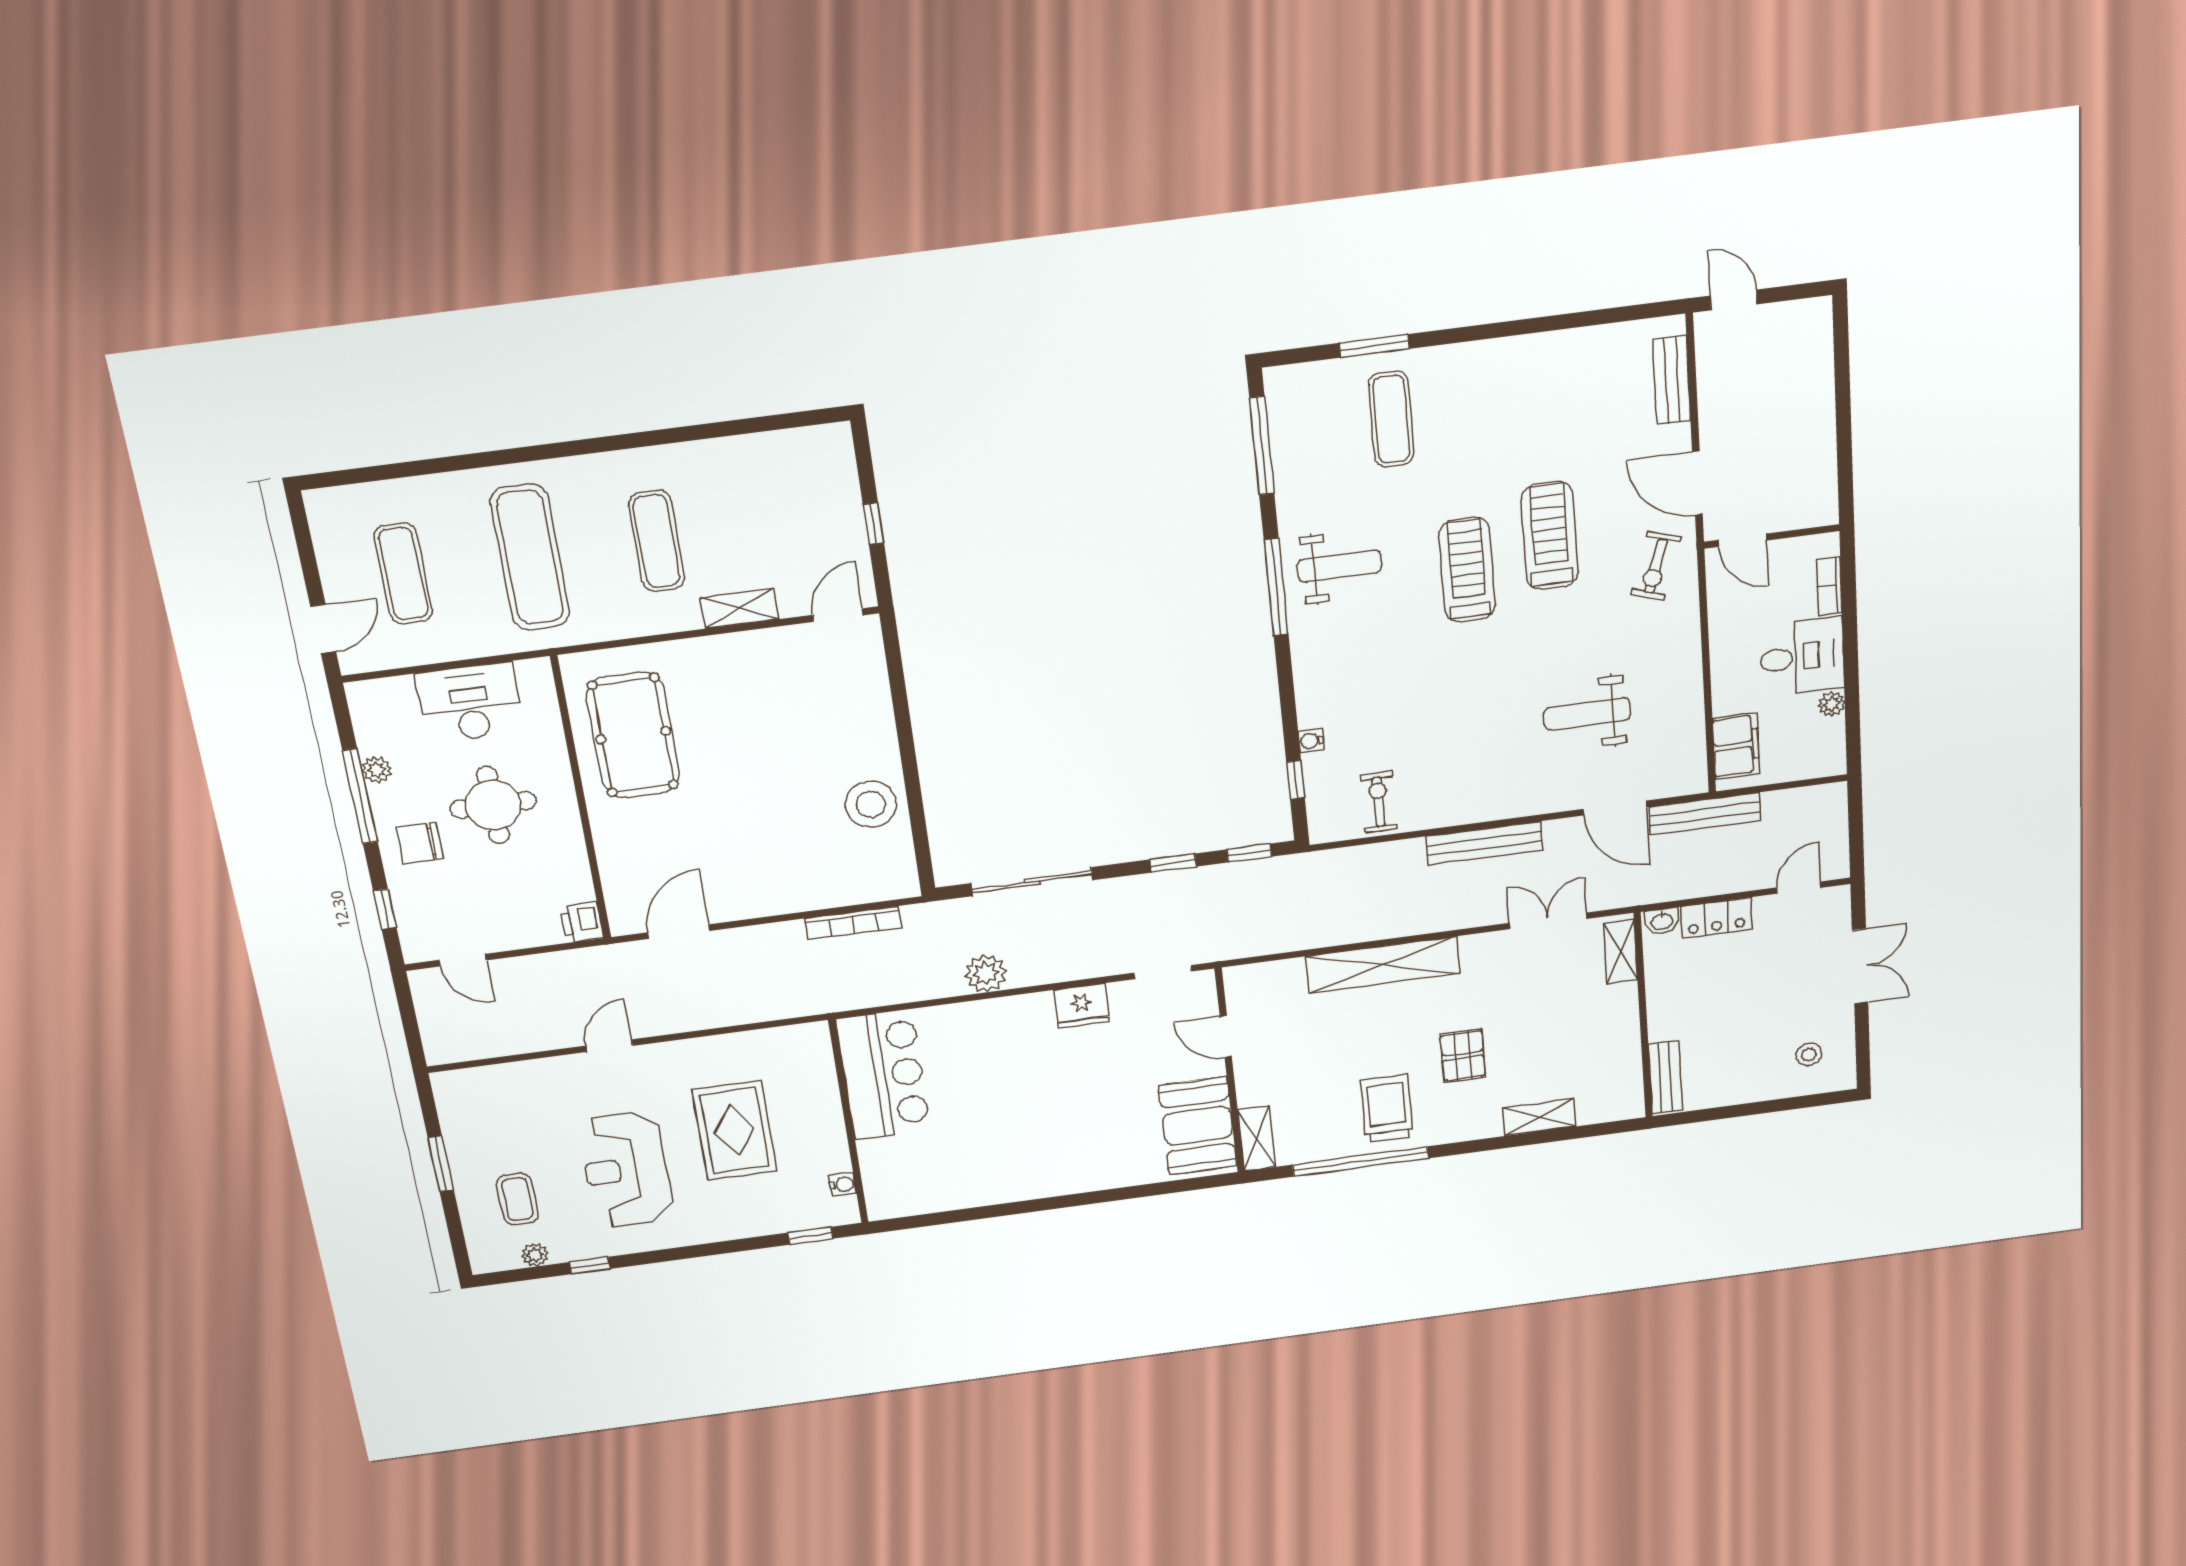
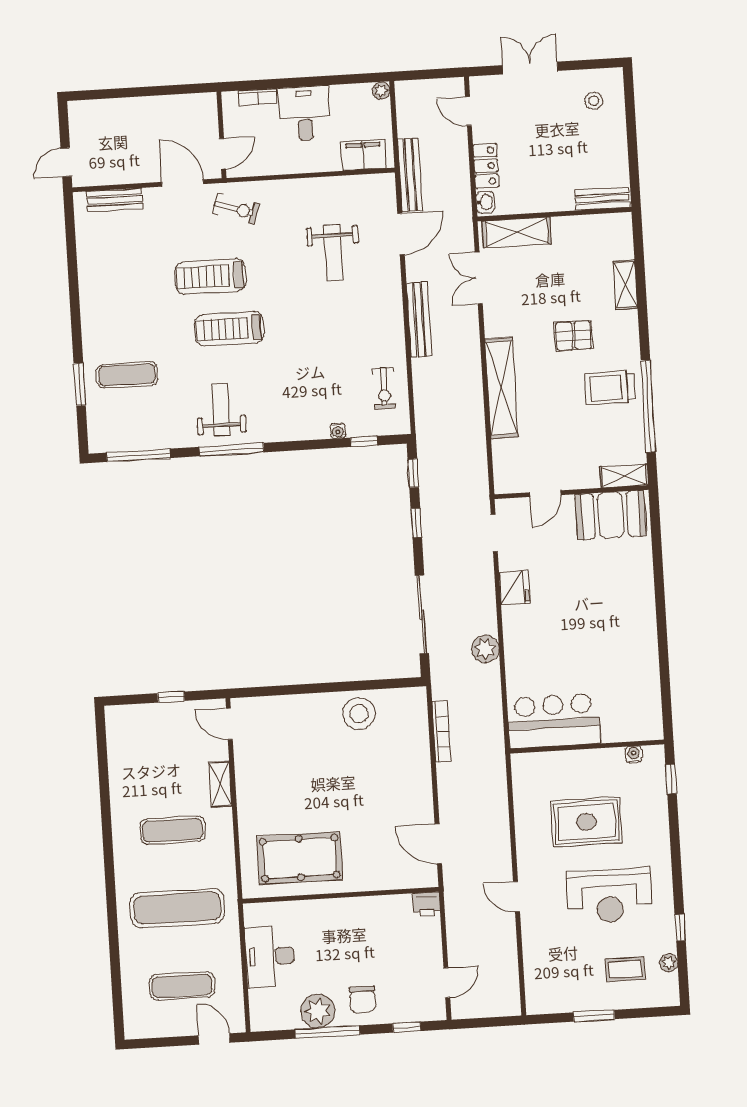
door: (1697, 483) -> (183, 183), swing flipped
plant: (1831, 704) -> (381, 91), moved
plant: (377, 770) -> (318, 1011), width x1.87, depth x1.87
exercise bike: (1379, 802) -> (384, 388), turned -90
round table: (493, 805) -> (340, 950), removed
shelving: (1620, 952) -> (517, 232), width x1.50, depth x1.33

